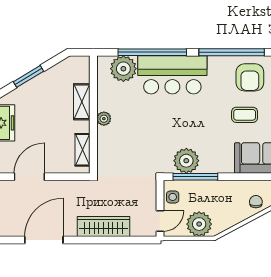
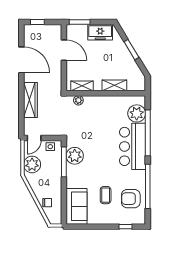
plant: (104, 119) -> (78, 100), moved
door: (160, 221) -> (34, 138), hinge flipped

